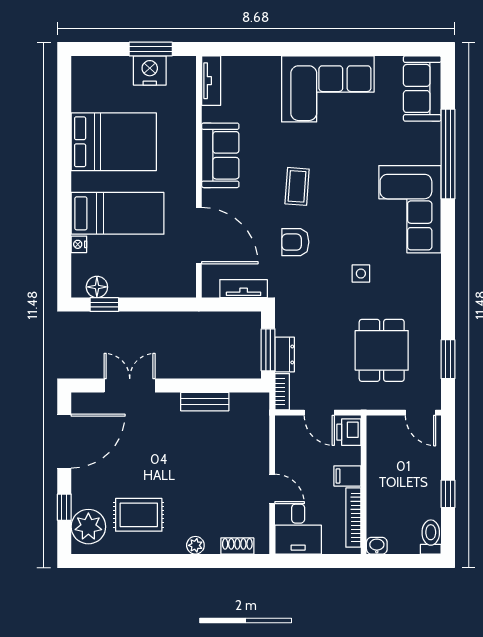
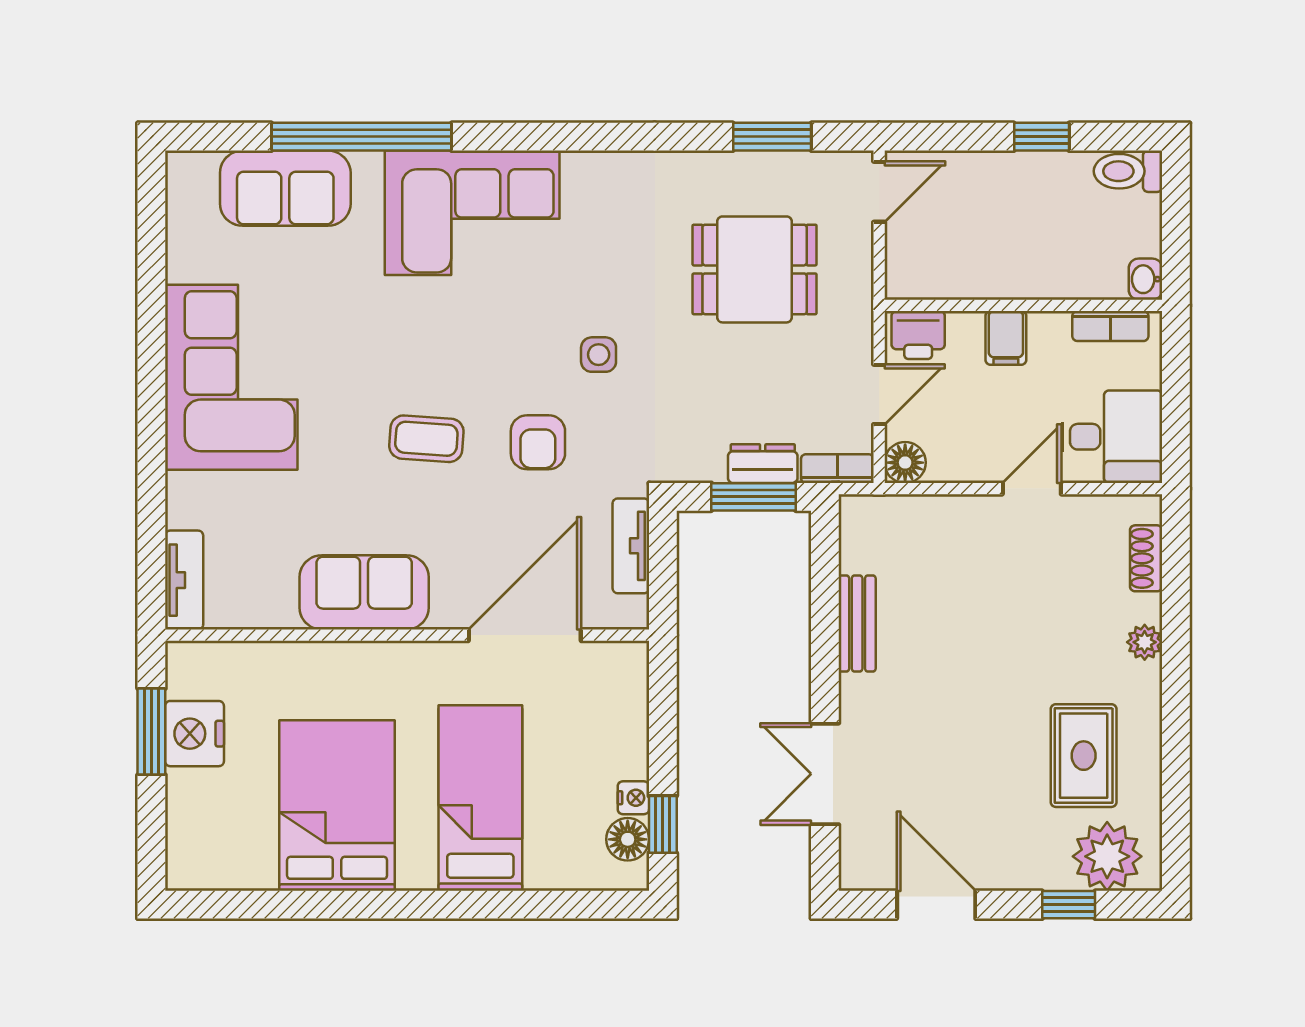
tv unit: (211, 81) -> (184, 580), moved, turned 90
sofa: (422, 88) -> (285, 188), moved
nightstand: (79, 244) -> (633, 798), moved, turned -90
side table: (361, 274) -> (599, 355), moved
floor lamp: (285, 426) -> (905, 463), added
door: (64, 441) -> (936, 905), width x0.73
bookcase: (353, 518) -> (1110, 326), width x0.64

